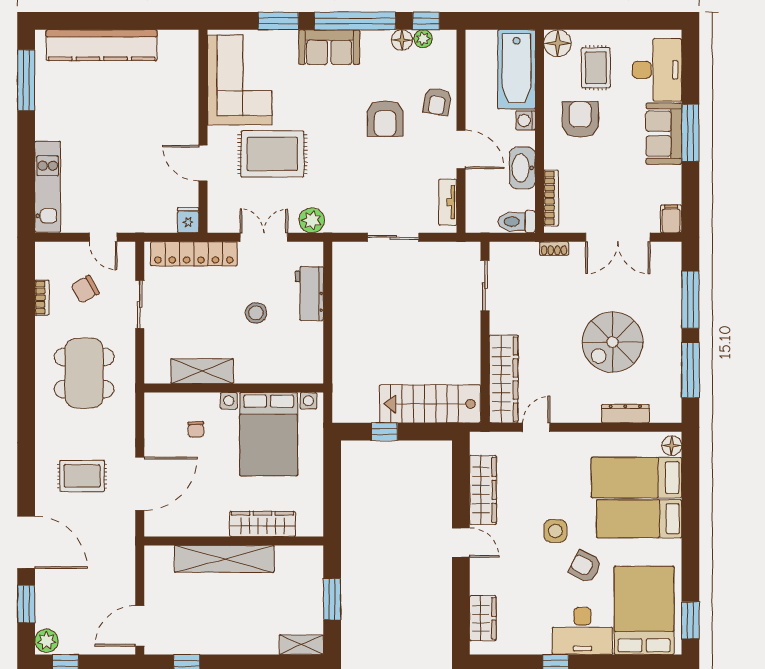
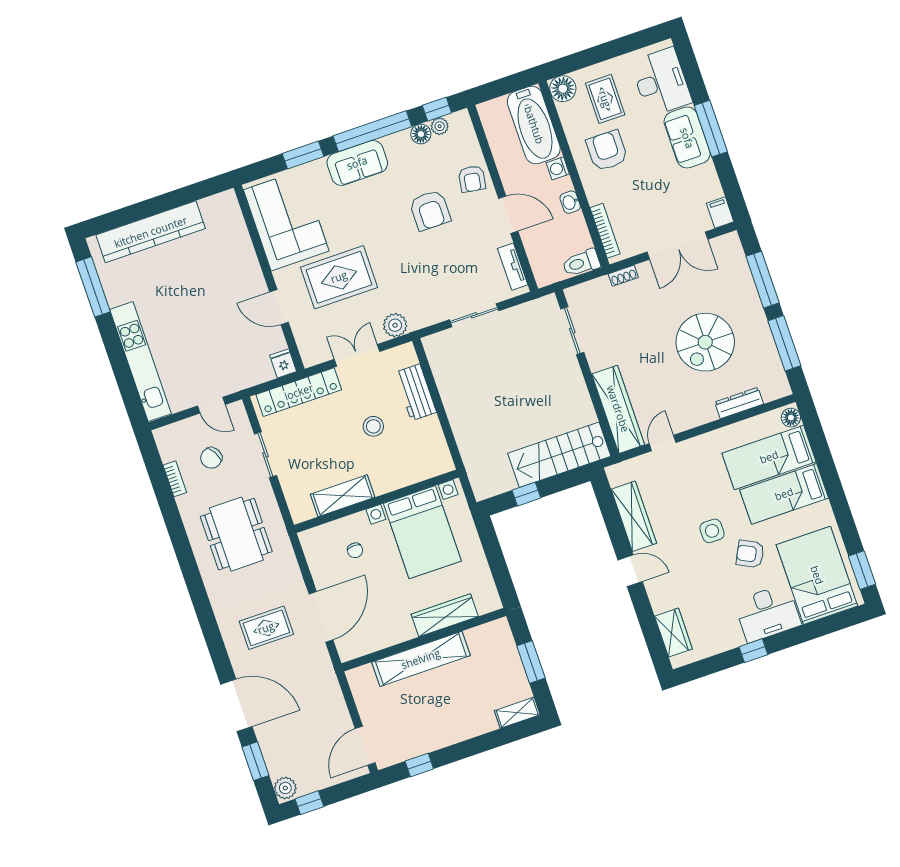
washbasin: (522, 168) -> (570, 202), width x0.52, depth x0.69
kitchen unit: (48, 187) -> (140, 362), width x1.36

